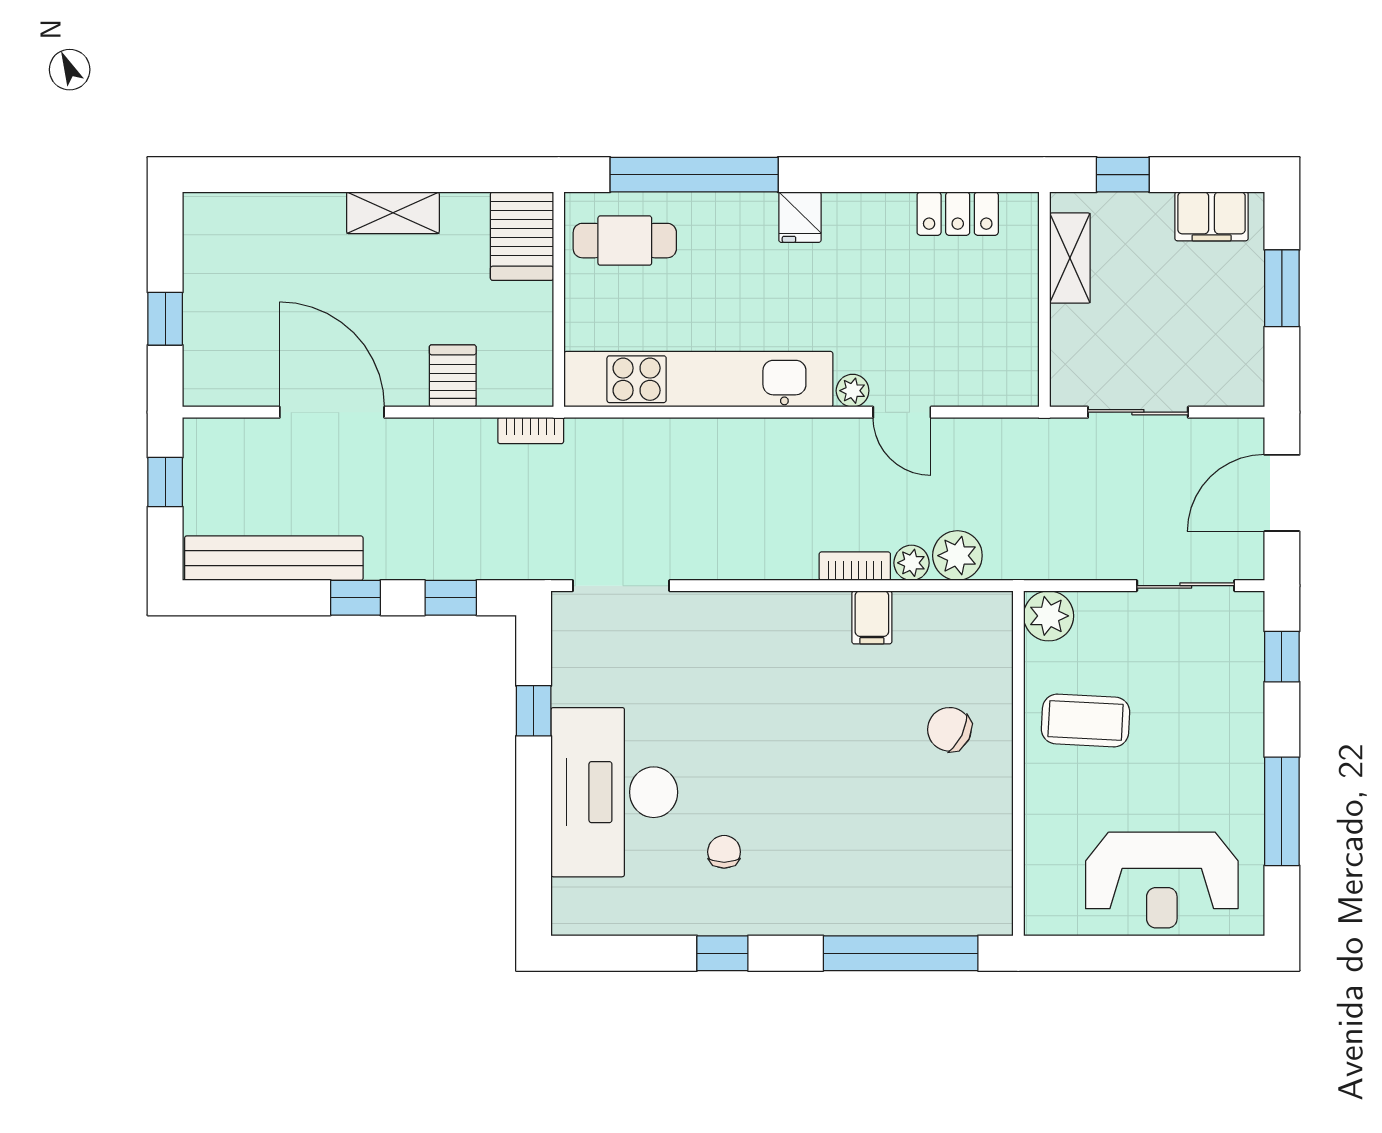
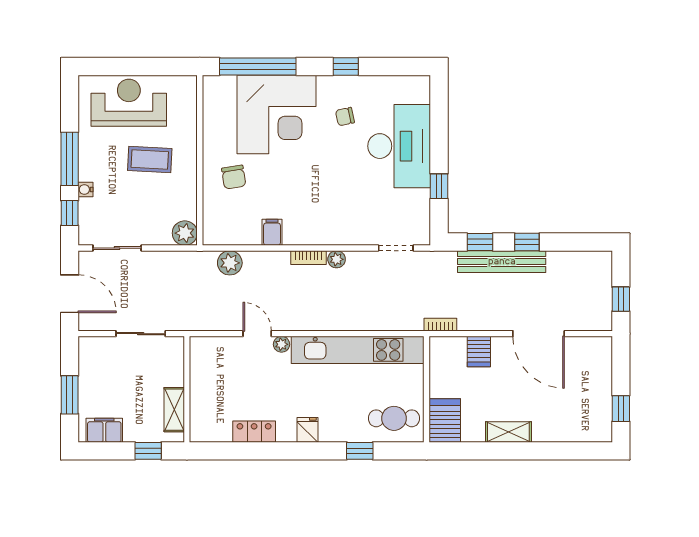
window: (694, 175) -> (360, 451), width x0.32
locker: (958, 214) -> (254, 432), moved
window: (165, 319) -> (621, 409), moved
door: (1282, 493) -> (70, 294), hinge flipped
bench: (274, 558) -> (502, 262), moved
plant: (911, 563) -> (337, 259), moved
bookcase: (855, 566) -> (309, 258), moved
doorway: (621, 586) -> (396, 248), width x0.73
water cooler: (1250, 704) -> (85, 189), added
coffee table: (1086, 721) -> (150, 159), moved
chair: (949, 729) -> (234, 177), turned 55
window: (1282, 811) -> (70, 159), moved
chair: (724, 852) -> (345, 117), turned 78
corner desk: (863, 856) -> (277, 114), added

